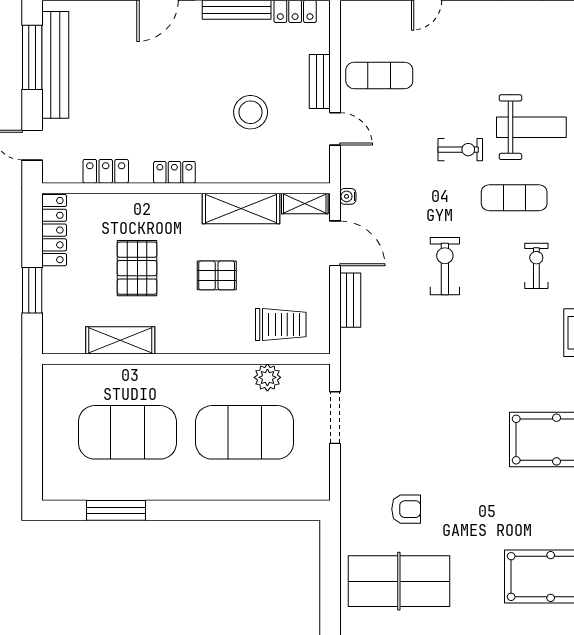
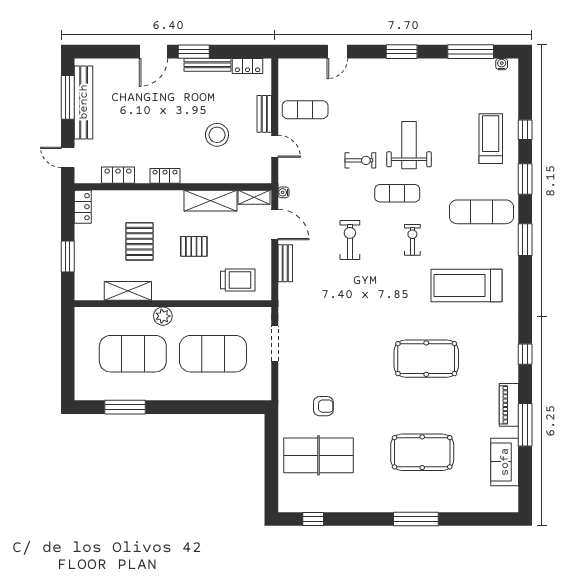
weight bench: (531, 127) -> (409, 145), turned -90
locker: (54, 230) -> (83, 207), width x0.66
plant: (267, 377) -> (163, 316), moved

